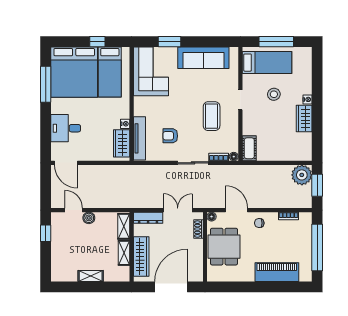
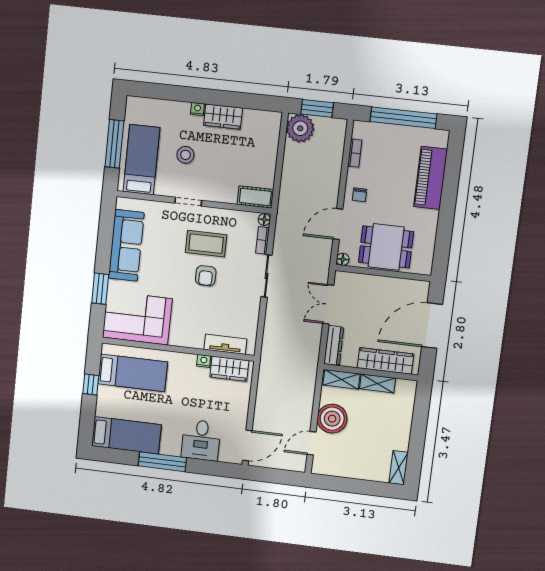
bed: (74, 72) -> (126, 435), width x0.49
window: (46, 84) -> (162, 462), moved
armchair: (170, 136) -> (206, 276), moved
tv unit: (139, 138) -> (225, 344), width x0.71
boiler: (89, 218) -> (332, 419), width x1.86, depth x1.86
shoe rack: (199, 229) -> (358, 279), removed
window: (46, 233) -> (338, 484), removed
shelving: (91, 276) -> (399, 468), moved
door: (171, 287) -> (432, 326), hinge flipped

